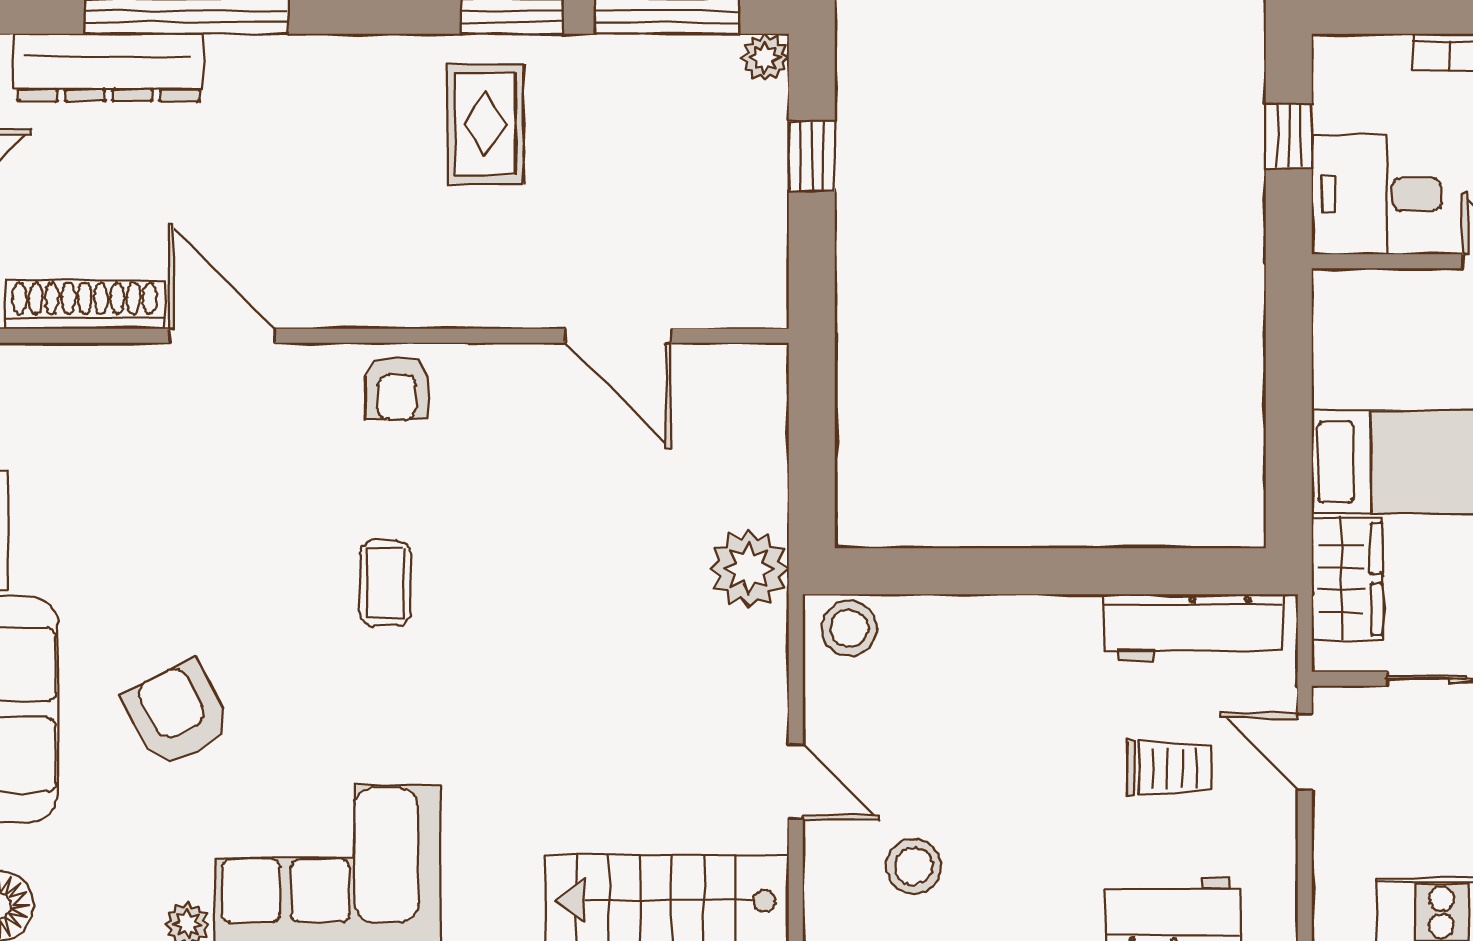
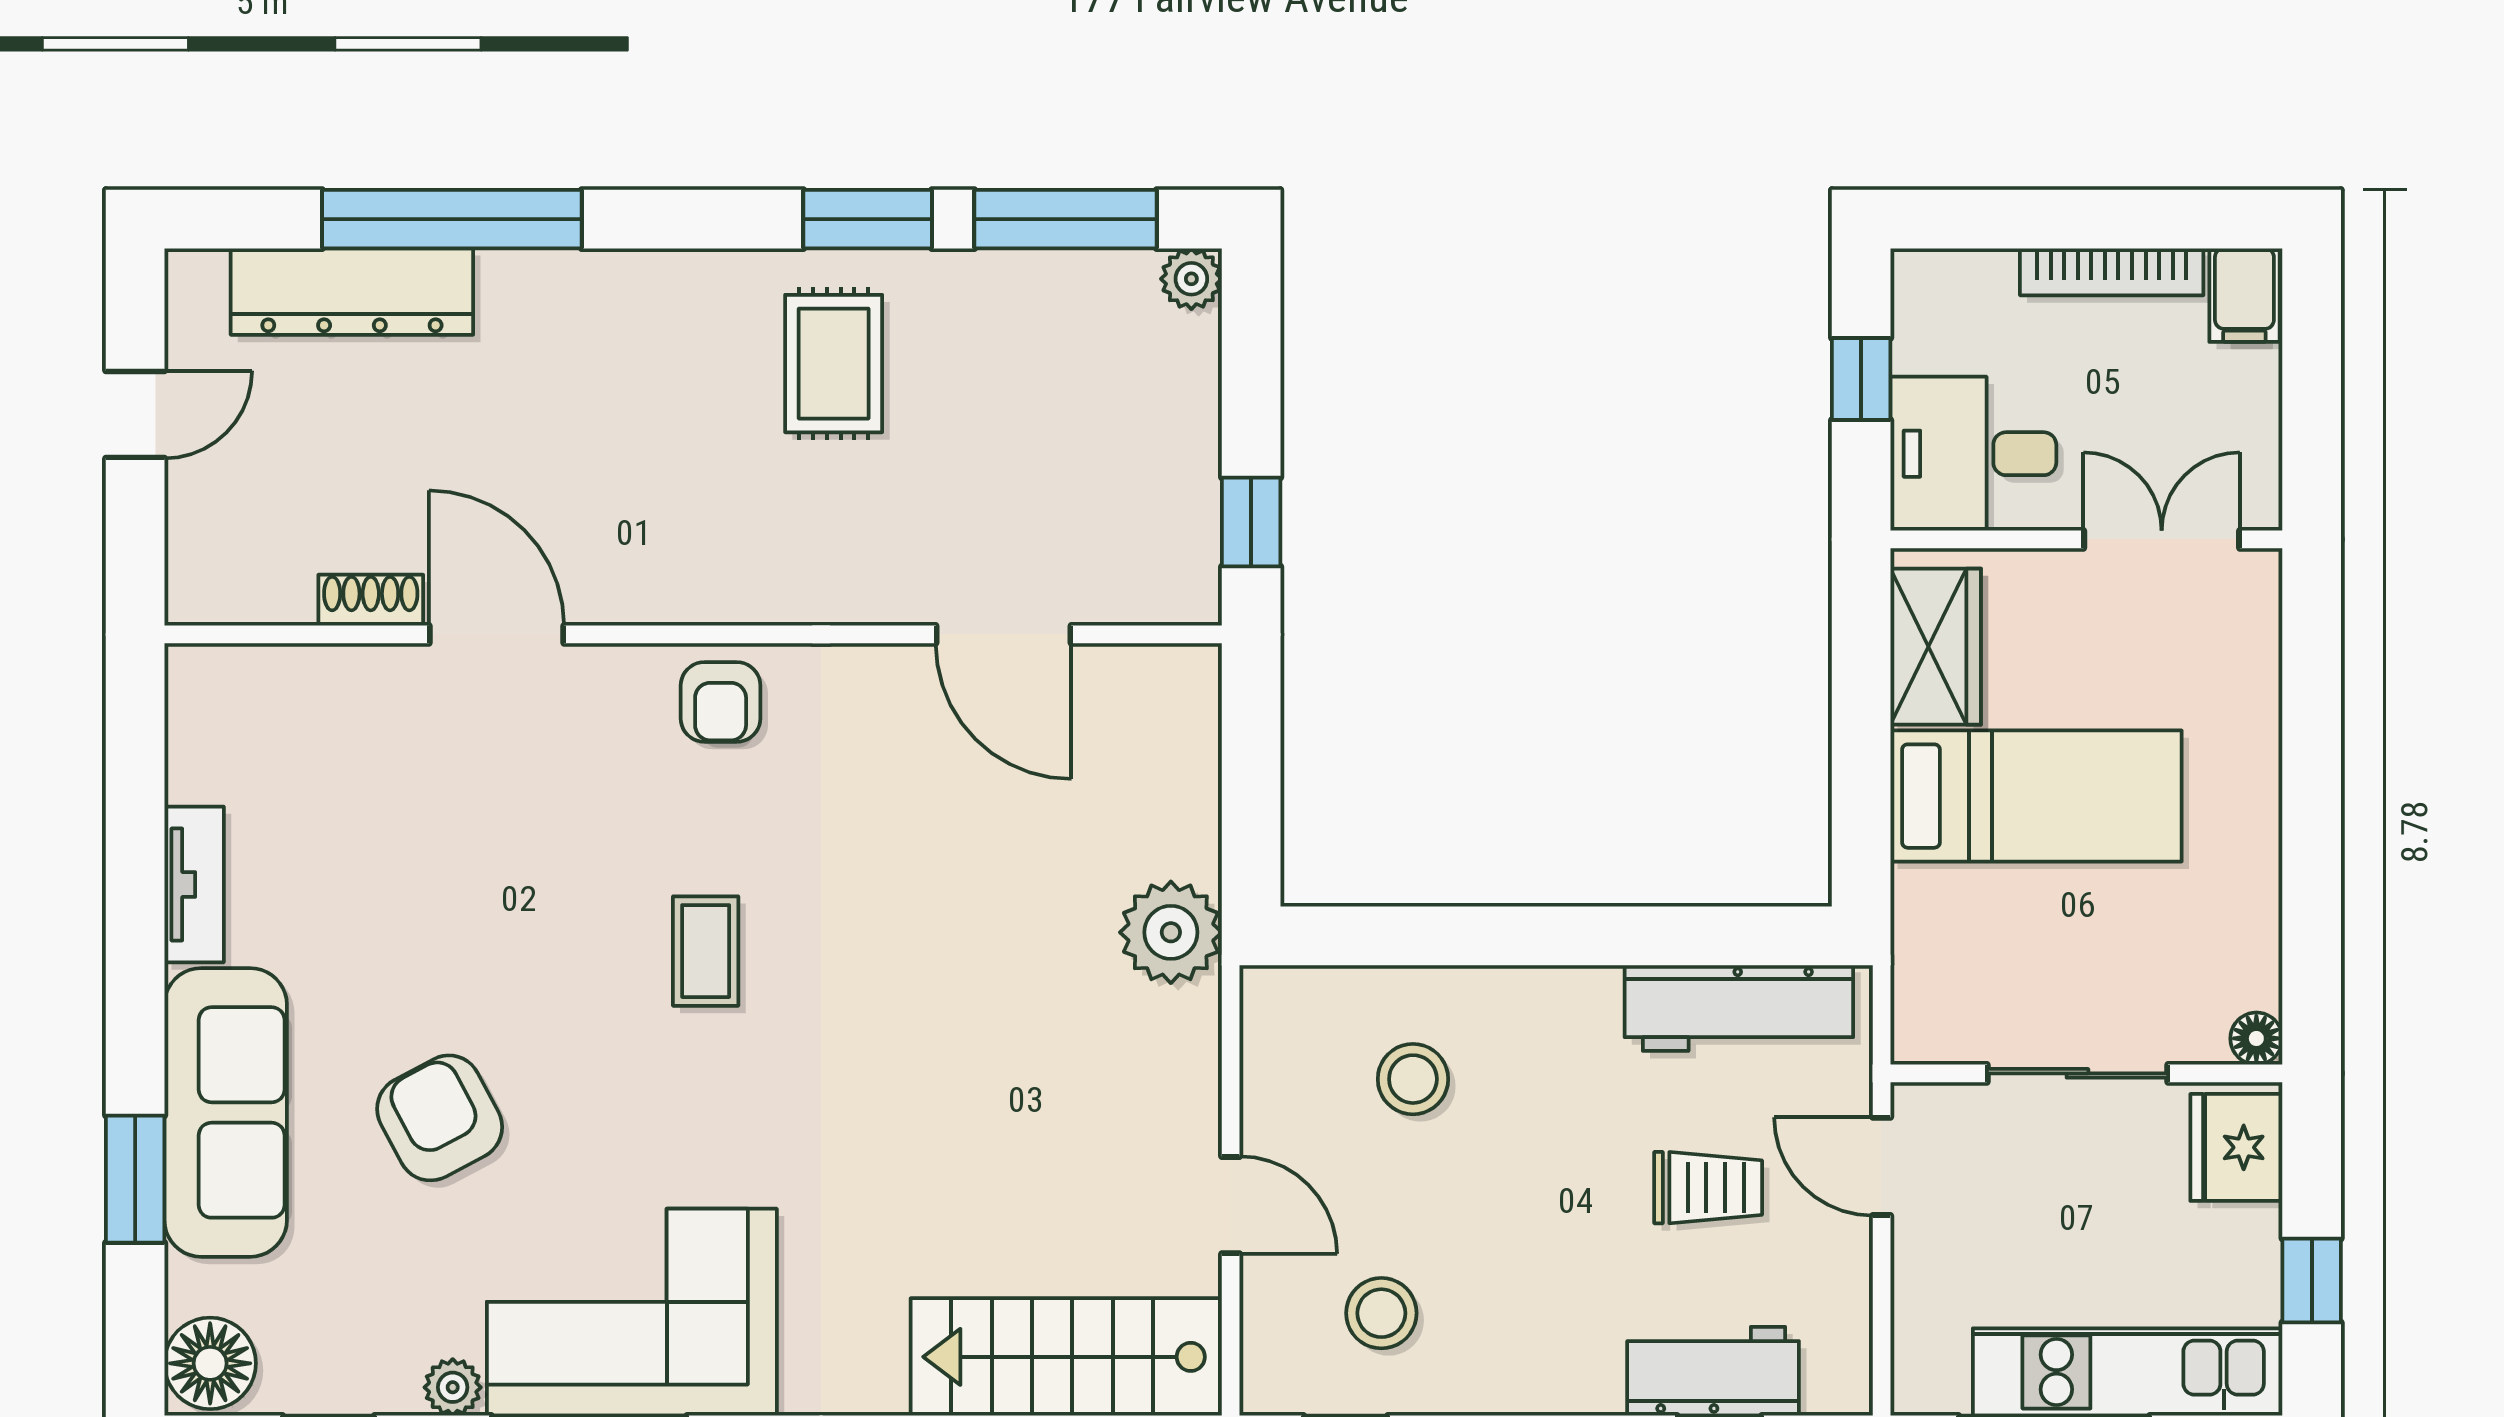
window: (812, 156) -> (1251, 522), moved
shoe rack: (85, 304) -> (371, 600), width x0.51, depth x0.81
wardrobe: (1347, 579) -> (1936, 647), moved
stool: (849, 628) -> (1413, 1079), moved

